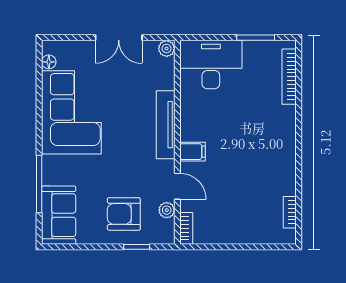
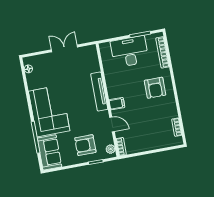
double door: (119, 38) -> (64, 48), swing flipped
plant: (167, 48) -> (92, 49), removed
desk: (211, 65) -> (130, 52), moved
corner sofa: (71, 112) -> (49, 111), moved
armchair: (265, 136) -> (155, 88), added
plant: (167, 210) -> (111, 149), moved

